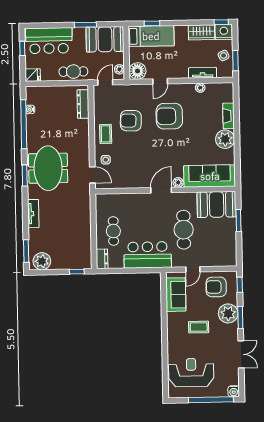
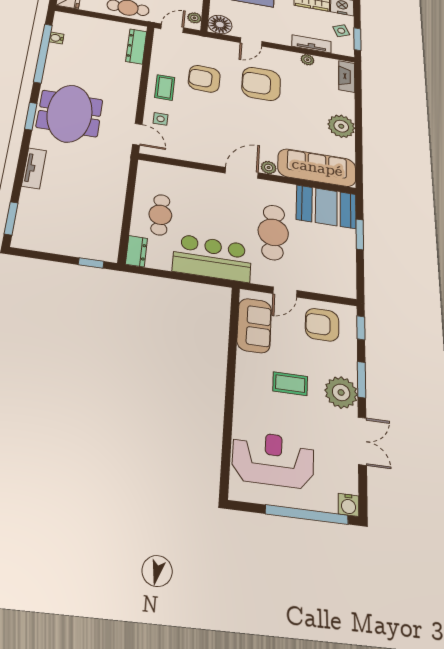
fireplace: (229, 116) -> (347, 76), moved
plant: (42, 261) -> (35, 238), removed
plant: (228, 313) -> (341, 392), moved

